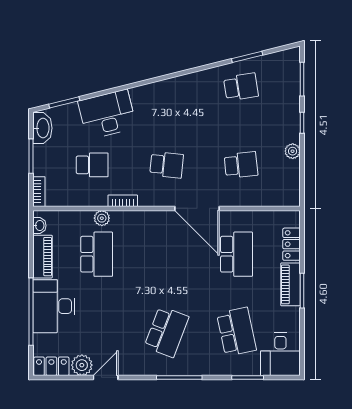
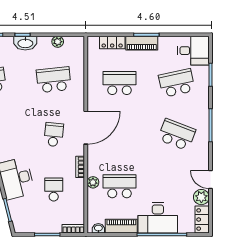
washbasin: (42, 128) -> (25, 43), moved, turned 180
plant: (293, 151) -> (58, 42), moved
school desk: (241, 165) -> (54, 80), width x1.85
door: (197, 208) -> (86, 128), moved

